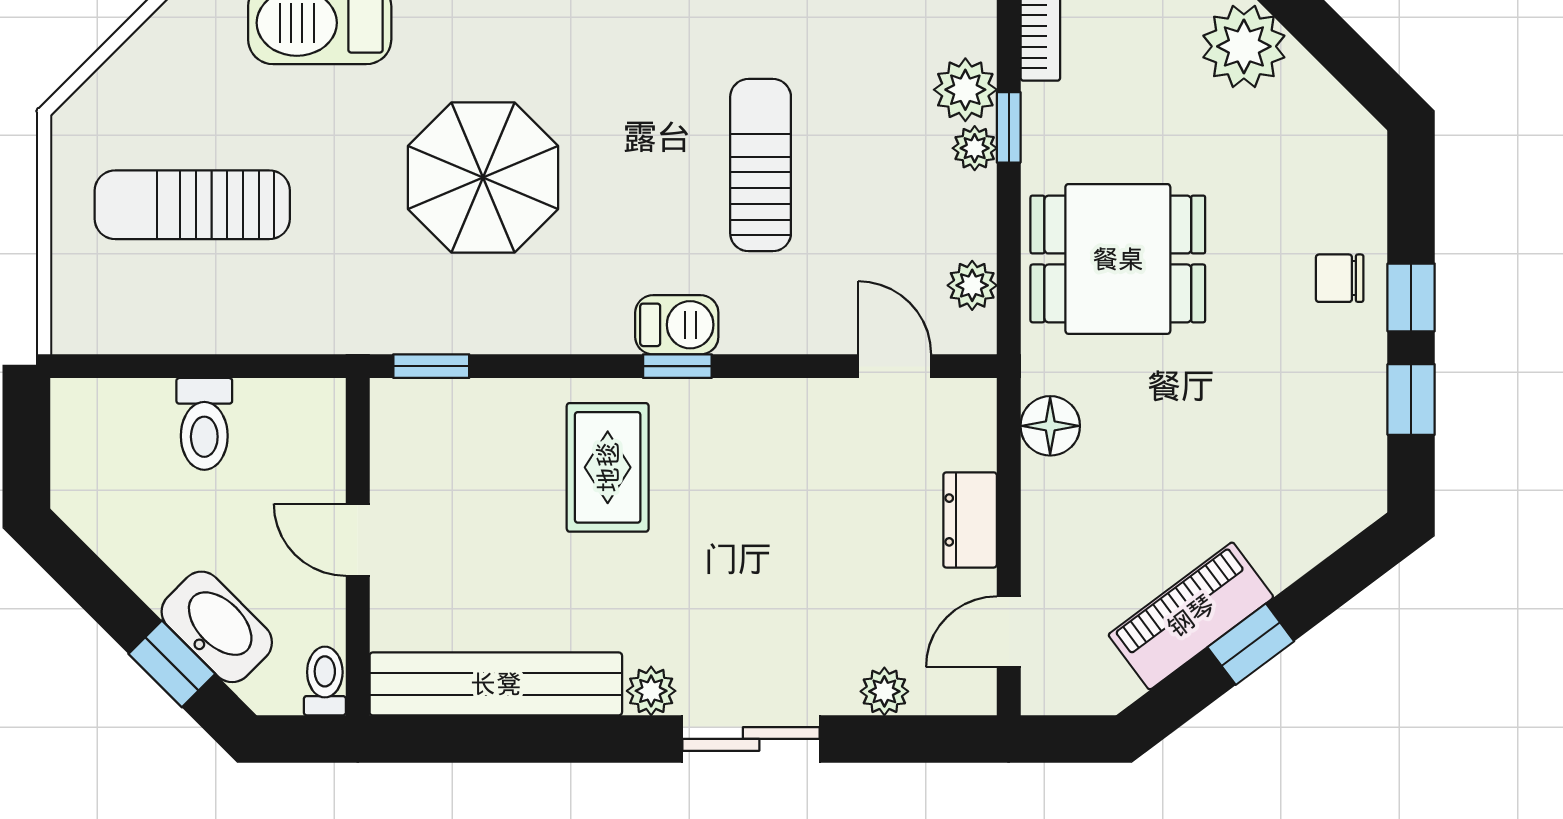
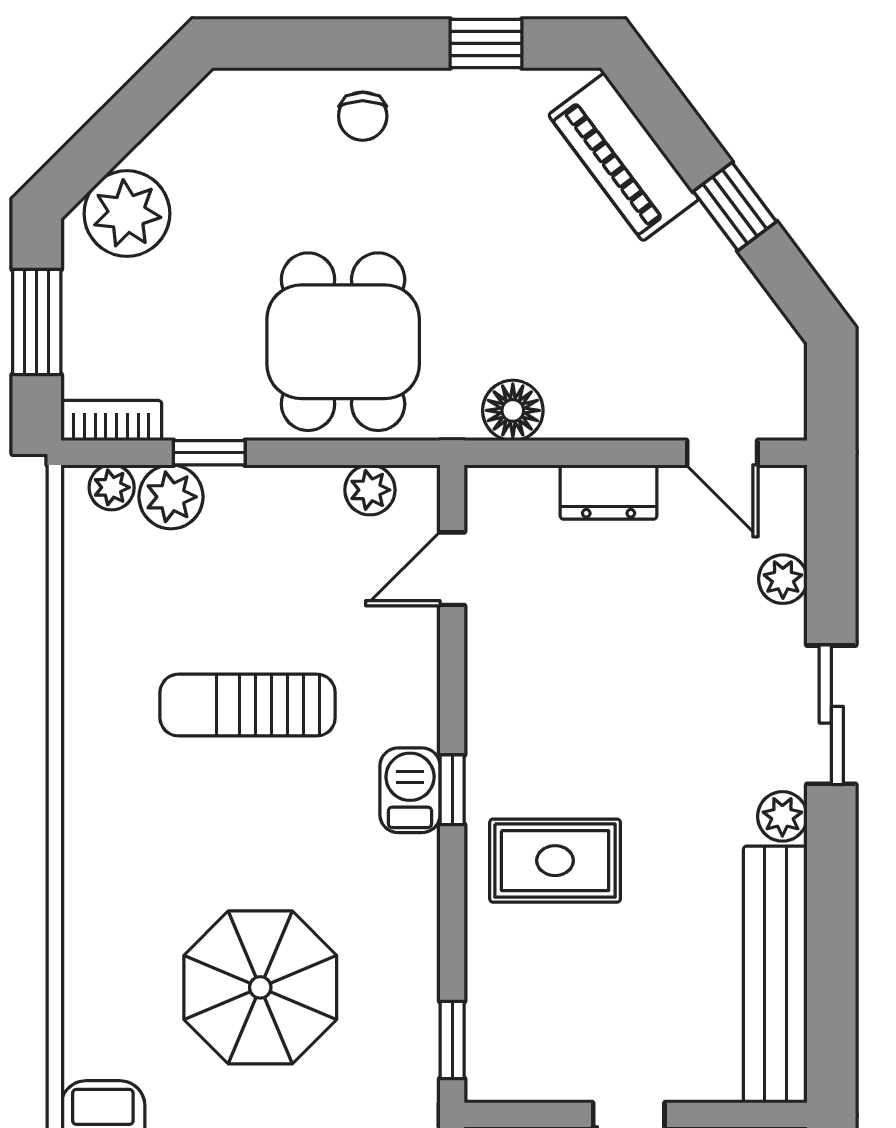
plant: (975, 148) -> (112, 487), moved
window: (1411, 297) -> (382, 43), removed
piano: (1191, 616) -> (624, 157), moved

